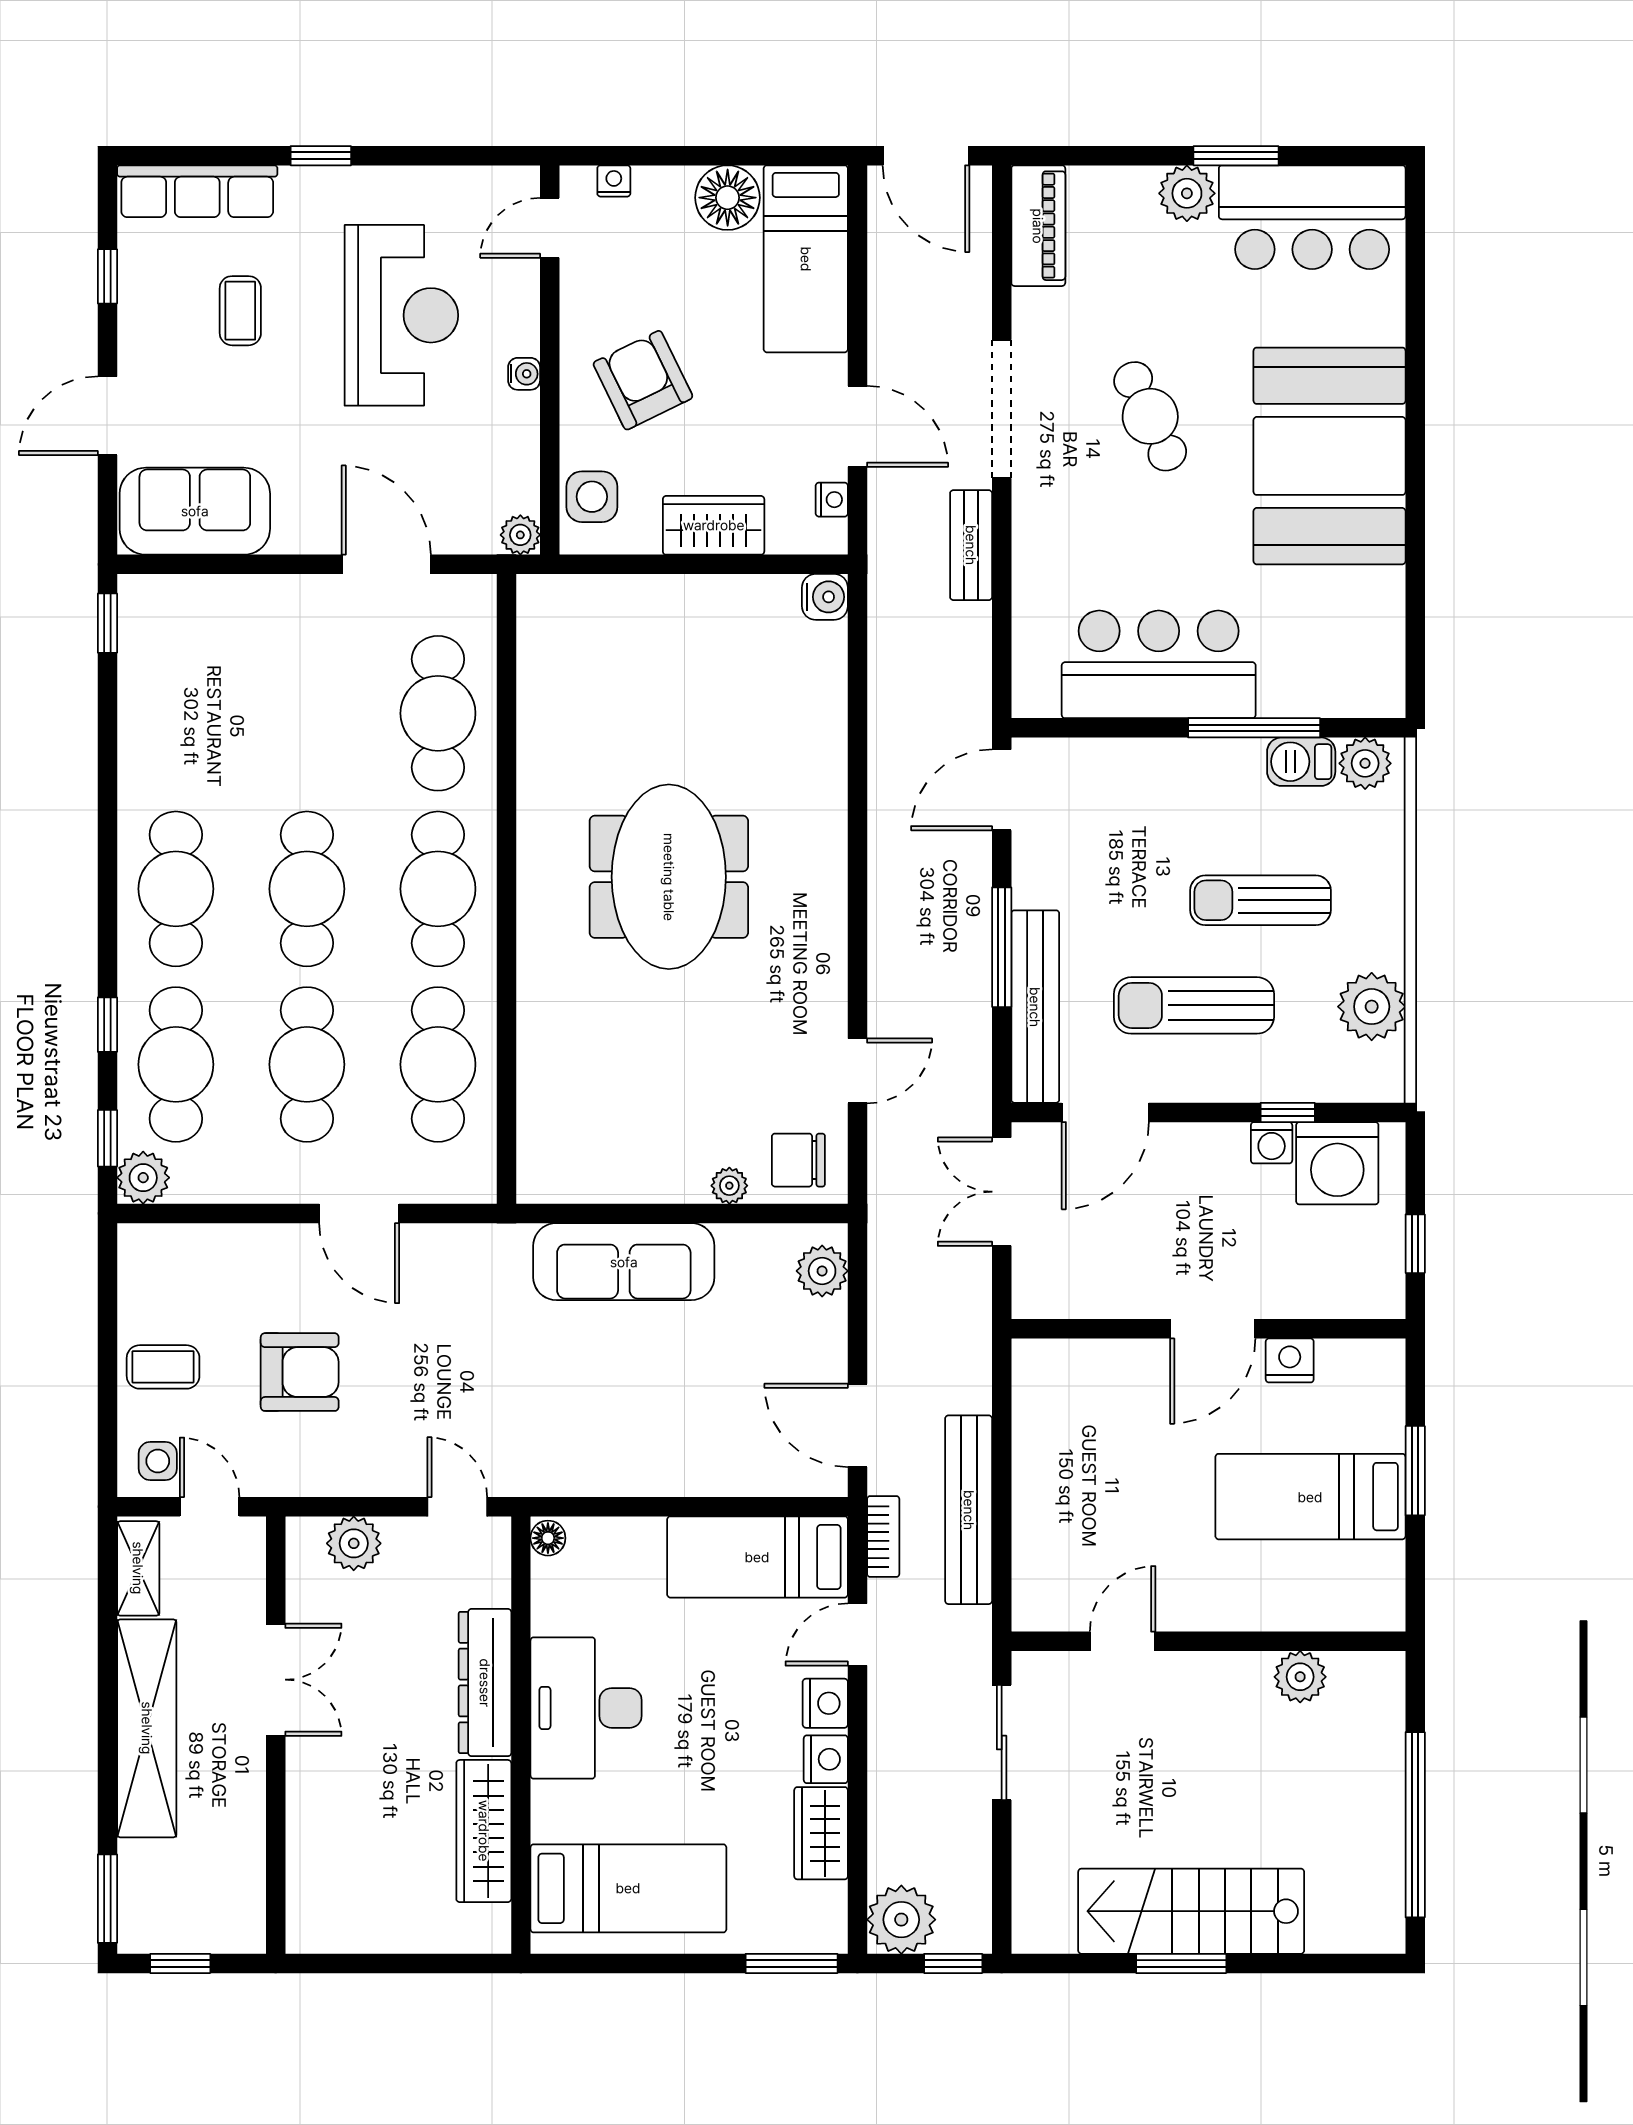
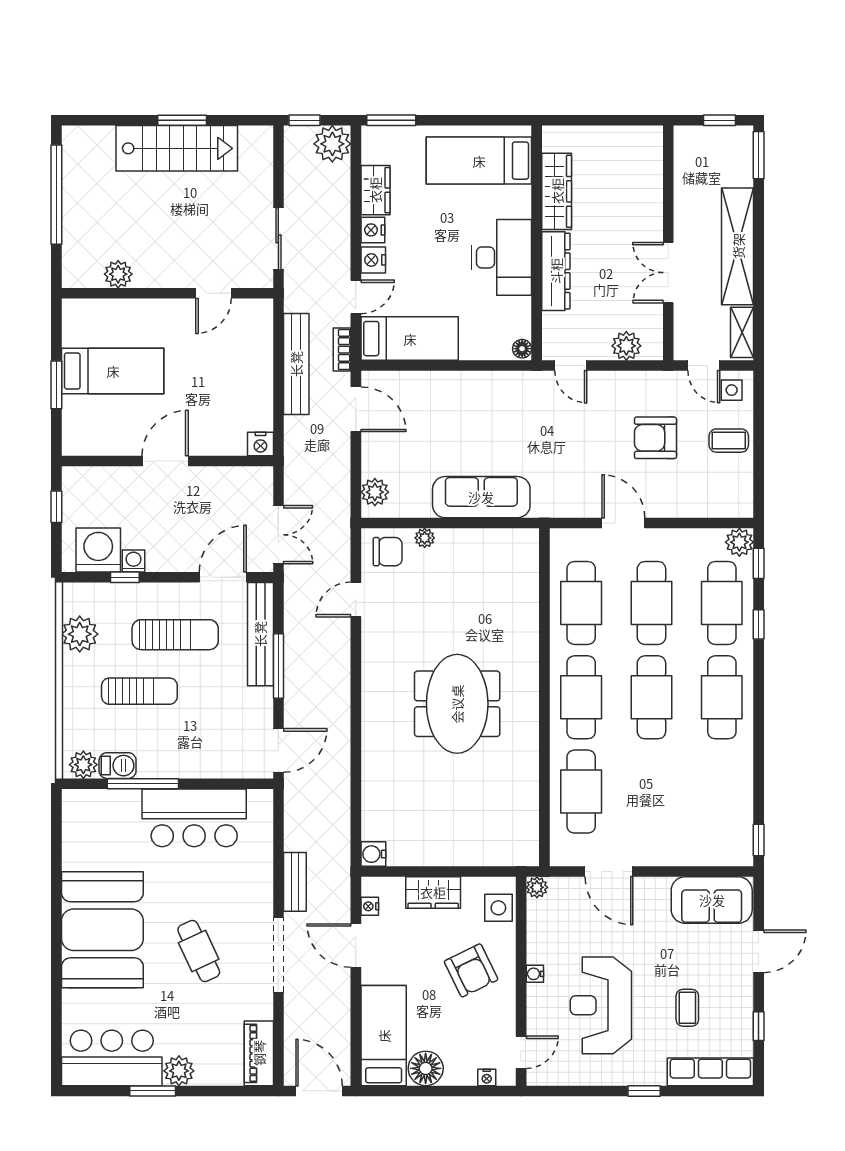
nightstand: (1290, 1360) -> (260, 444), moved

